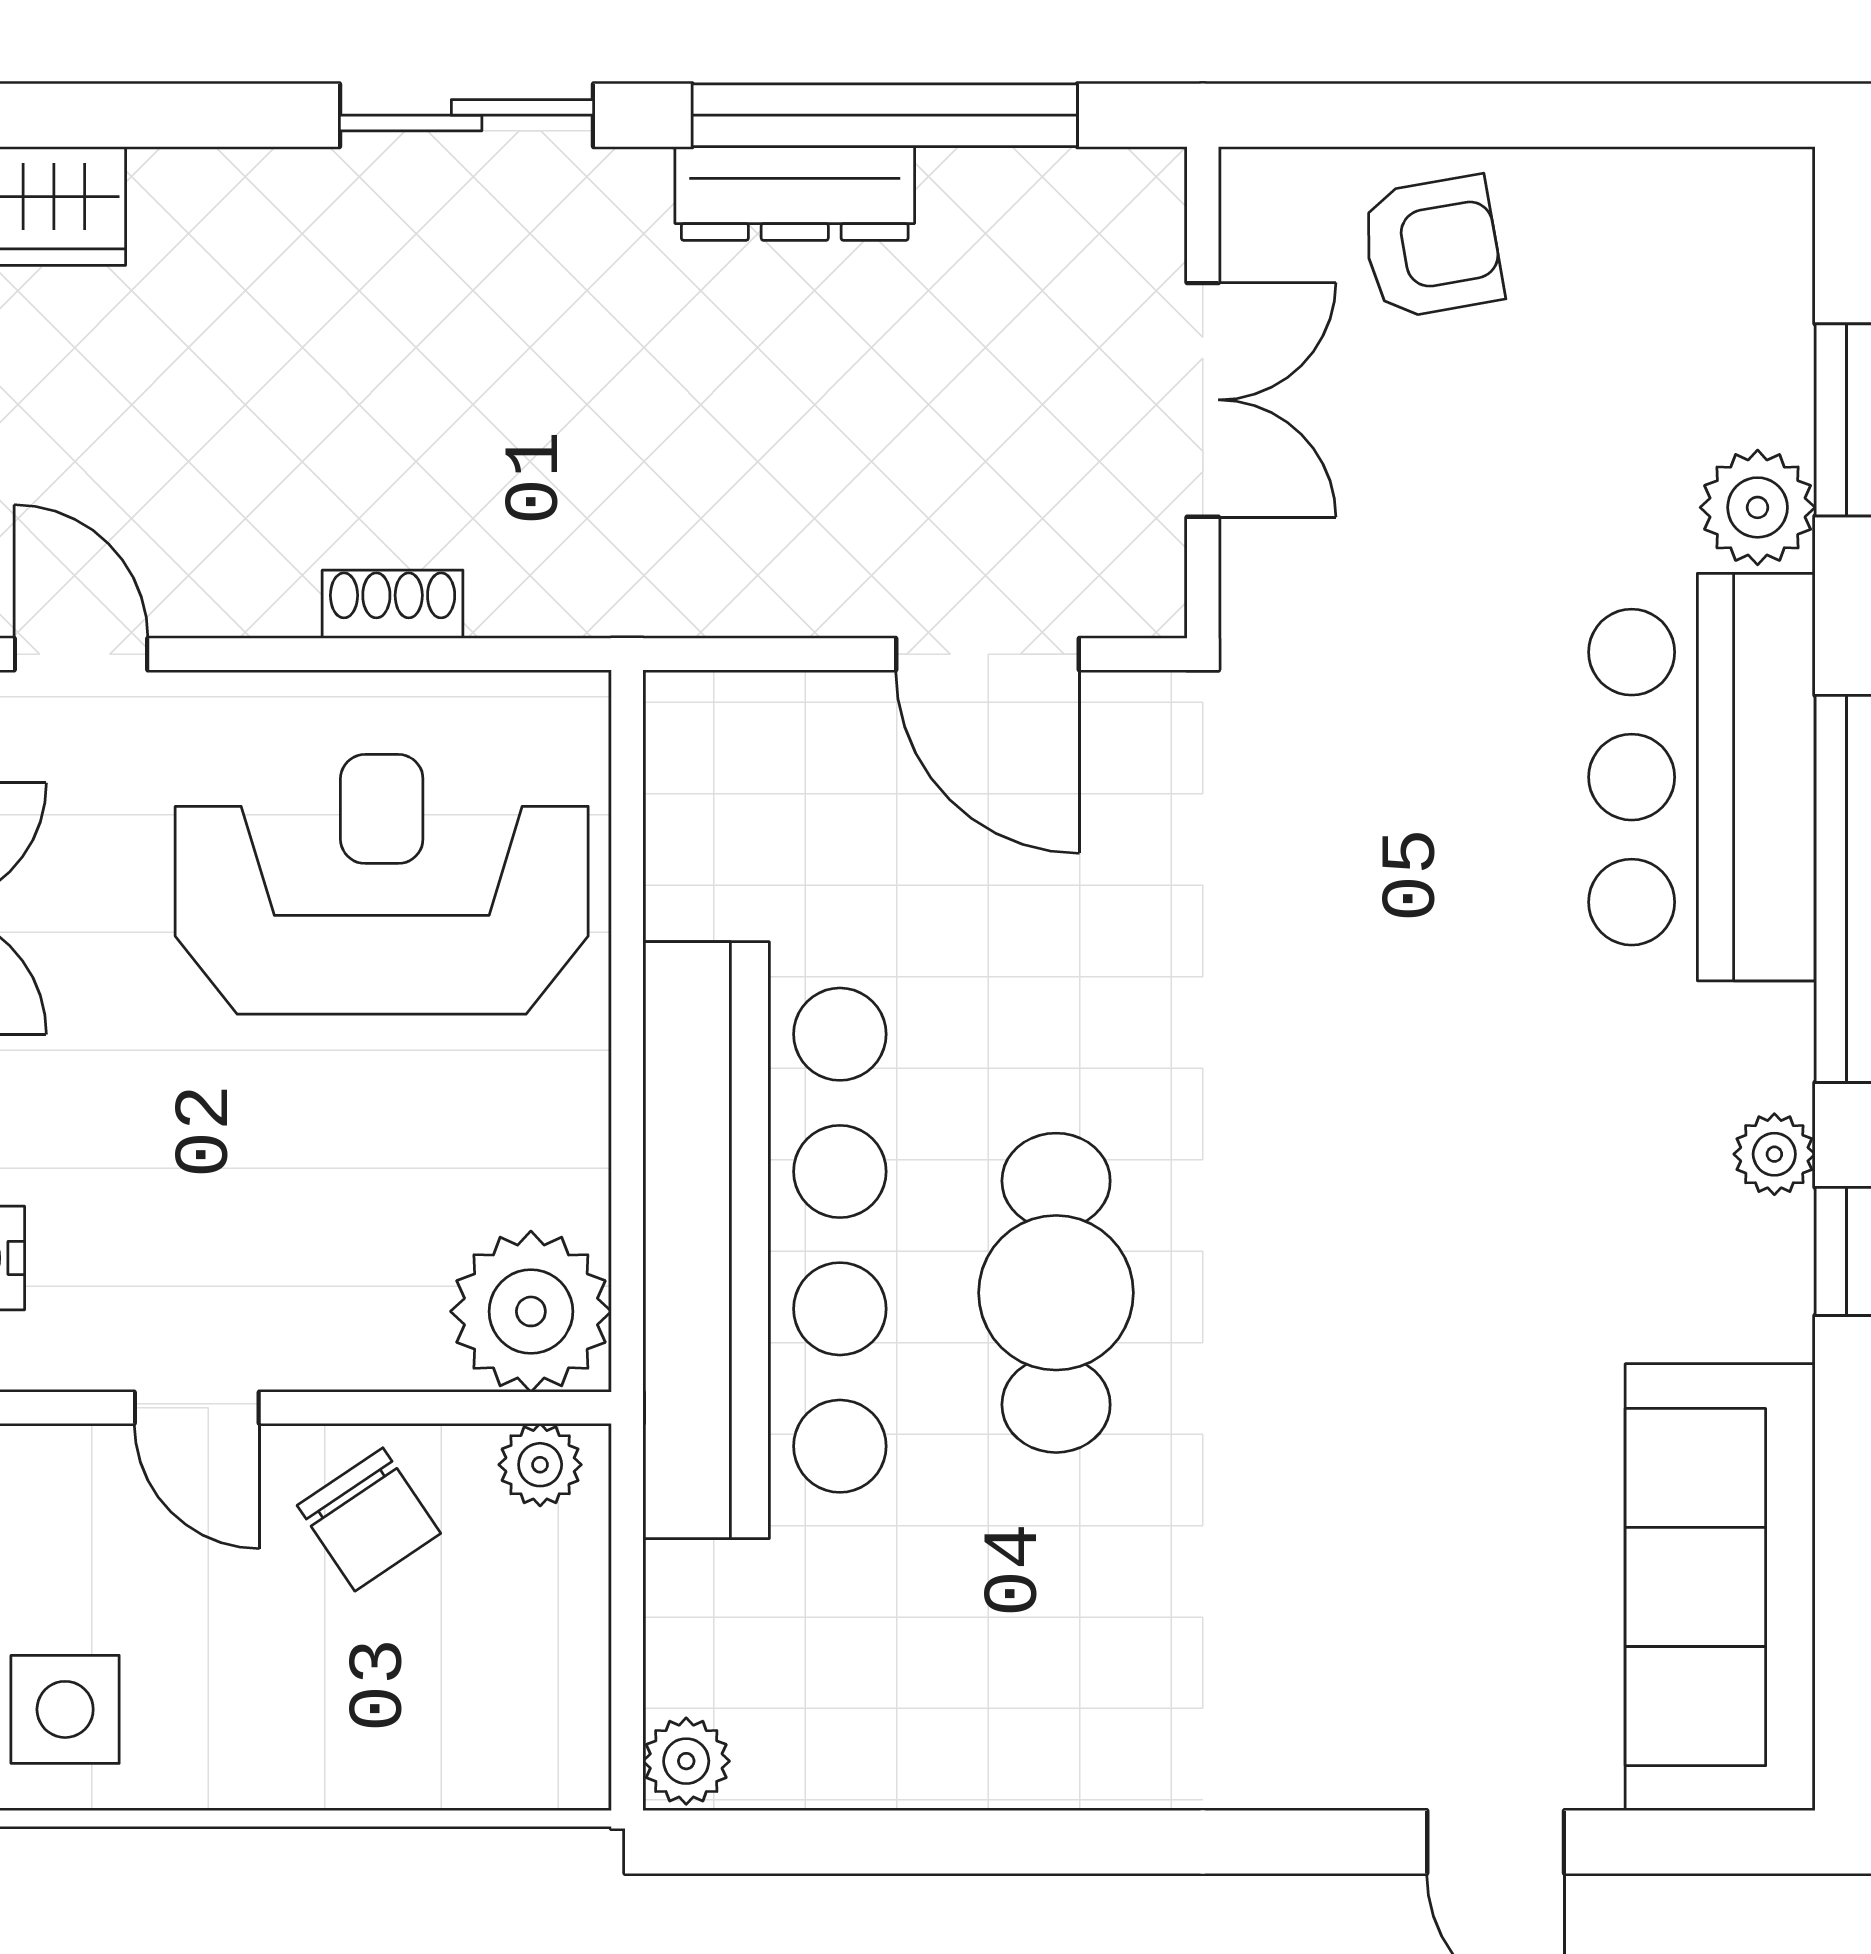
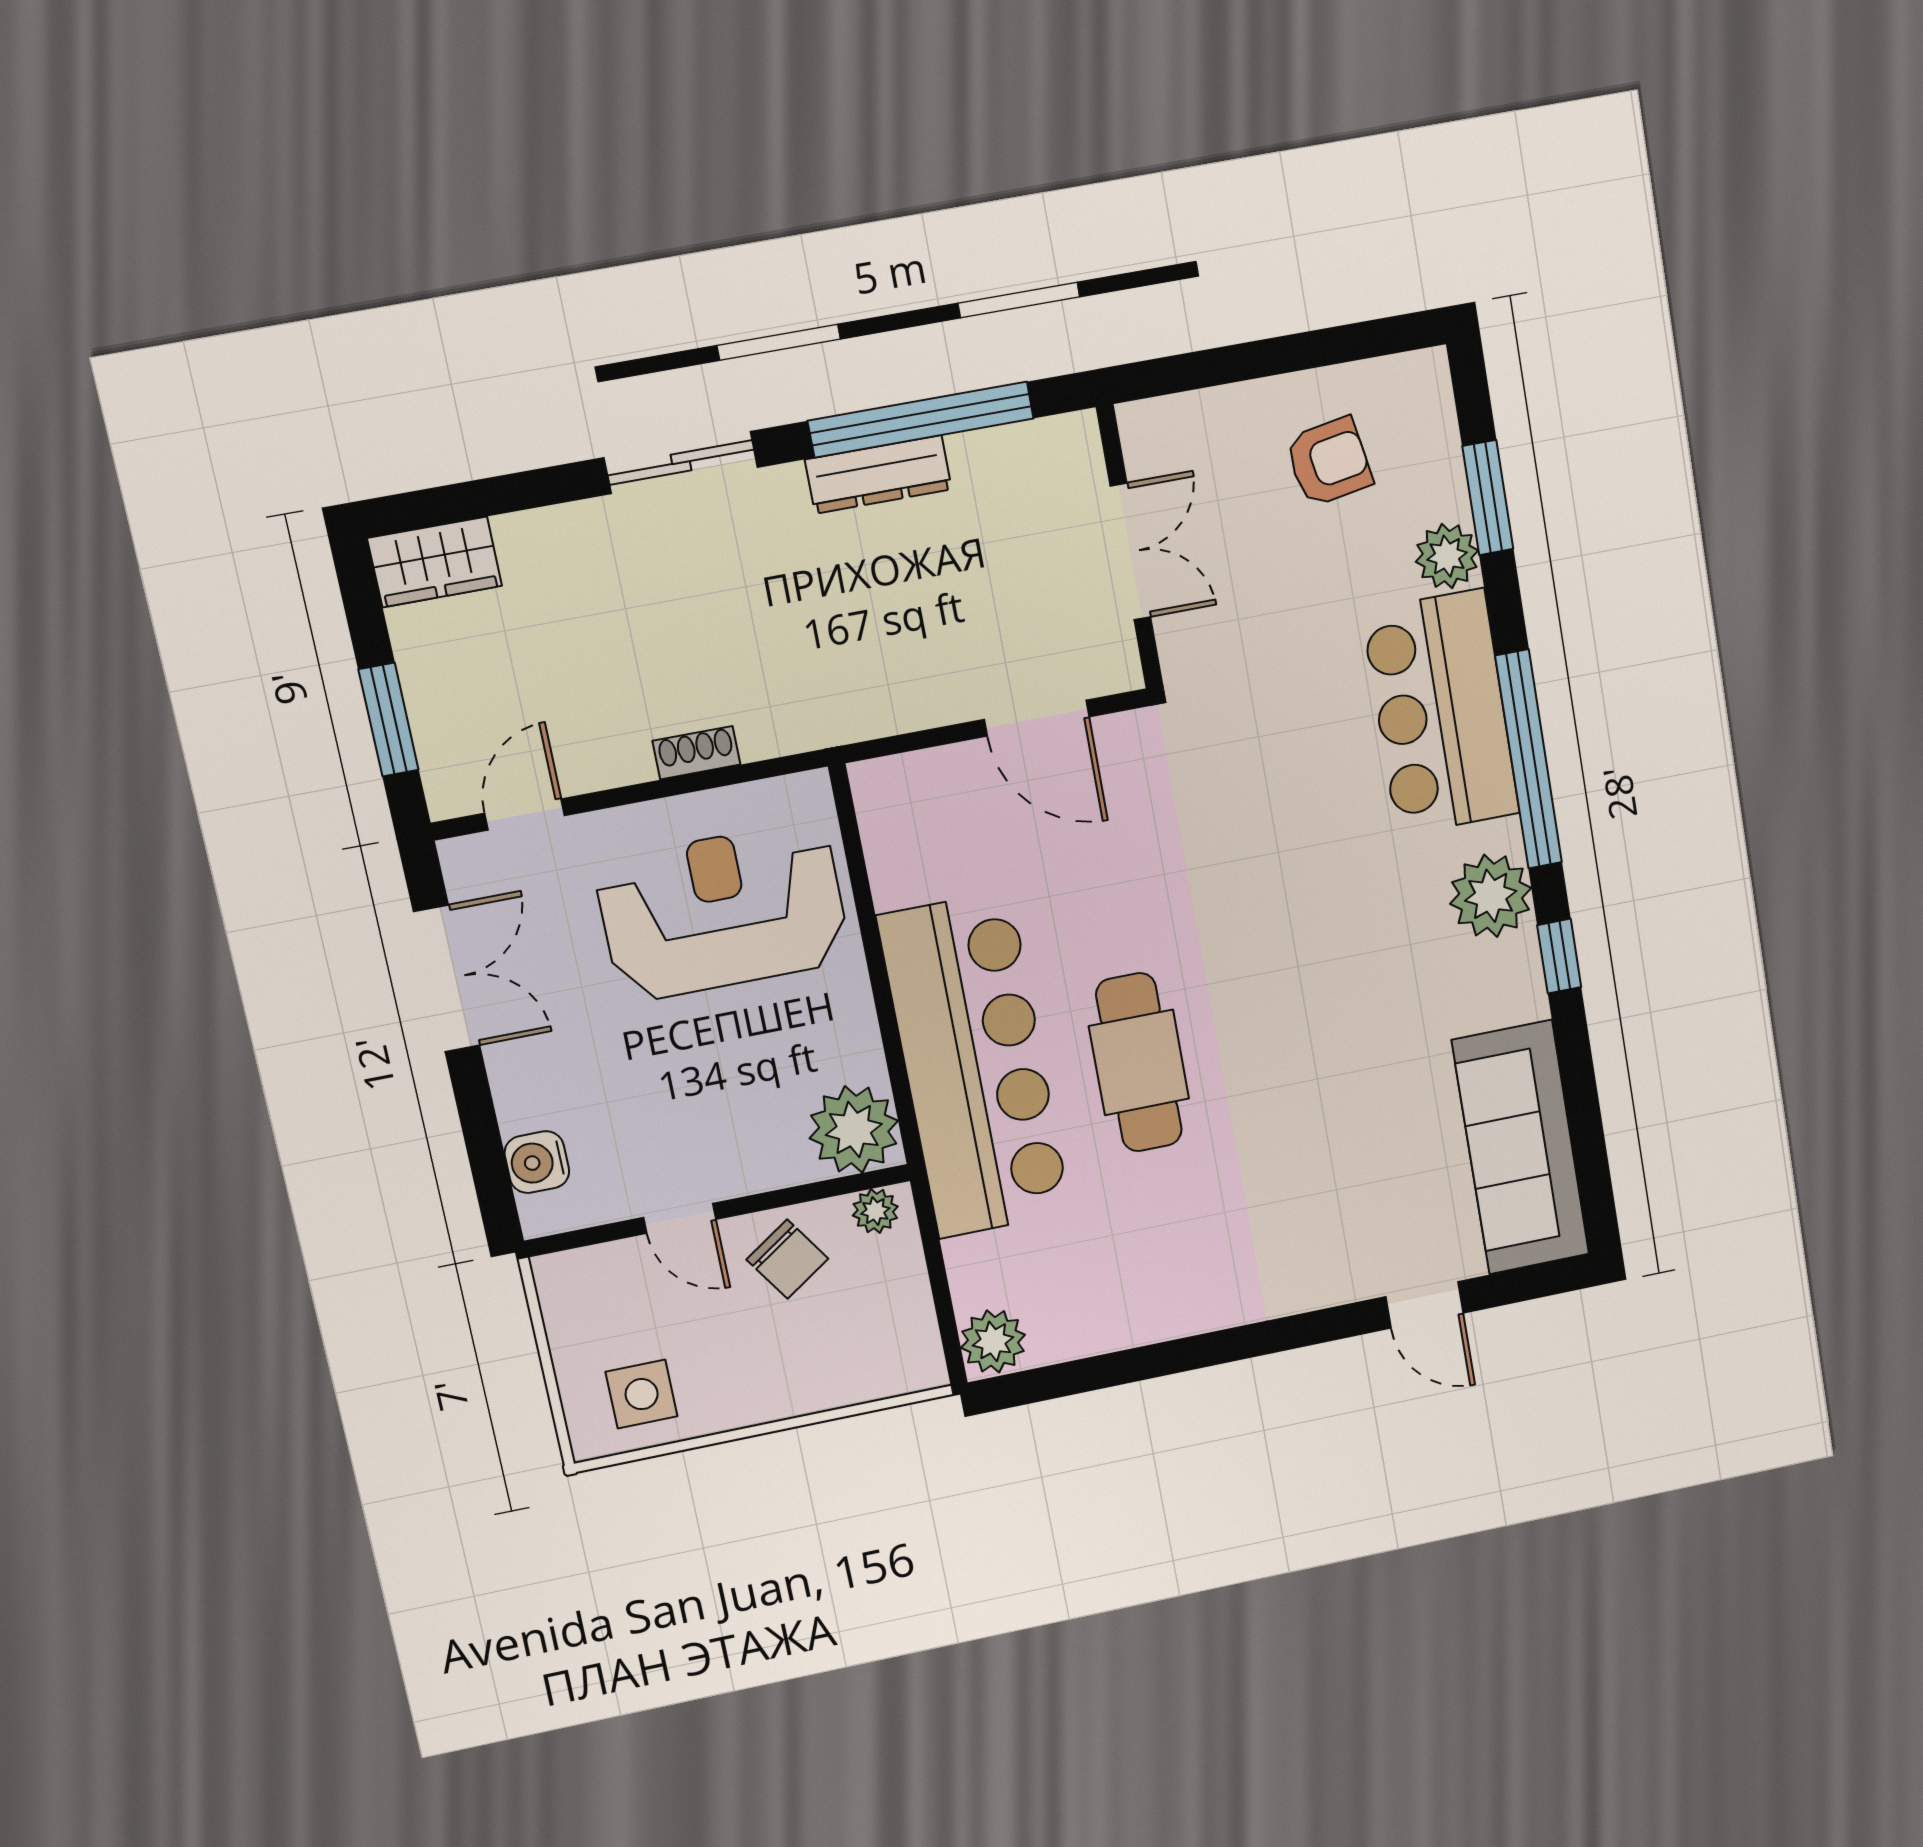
armchair: (1432, 247) -> (1329, 462), moved
door: (81, 654) -> (525, 814), hinge flipped
plant: (1774, 1154) -> (1491, 896), width x1.88, depth x1.88
plant: (686, 1761) -> (993, 1341), width x1.38, depth x1.38

